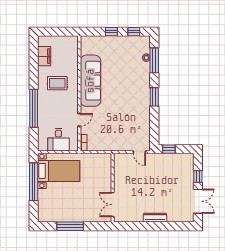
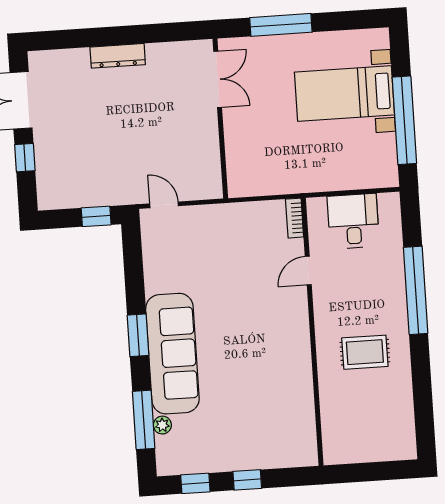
filing cabinet: (44, 56) -> (399, 413), removed
sofa: (90, 81) -> (172, 354), moved, turned 180
bed with nightstands: (59, 171) -> (344, 93), moved
window: (70, 226) -> (281, 25), moved

